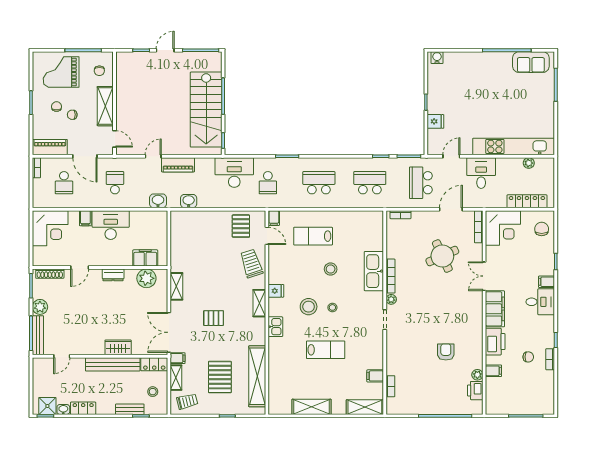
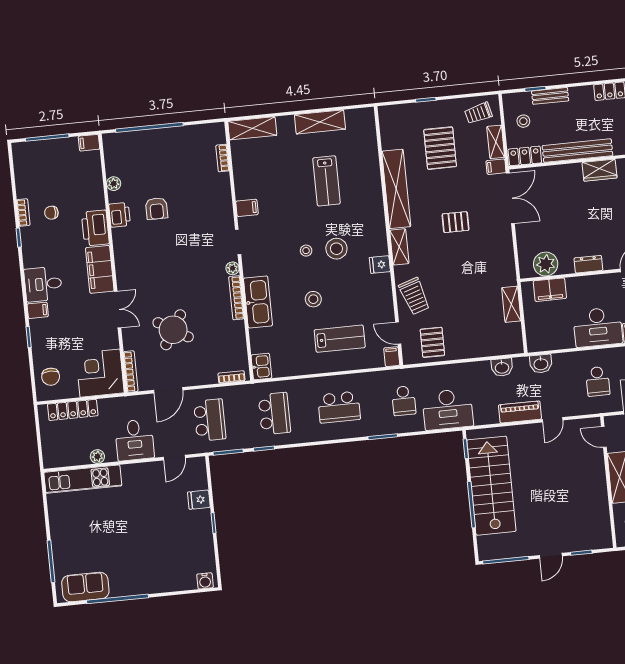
kitchen unit: (514, 146) -> (83, 479), width x0.73
plant: (529, 163) -> (97, 457), moved
school desk: (268, 183) -> (404, 401), turned 180
school desk: (370, 183) -> (274, 414), turned -90
round table: (442, 256) -> (173, 330), turned -35
shelving: (176, 286) -> (511, 304), moved
kitchen sink: (275, 327) -> (261, 367), moved, turned 180
wardrobe: (118, 347) -> (600, 170), moved
lab bench: (326, 350) -> (327, 181), moved, turned -90
filing cabinet: (493, 371) -> (89, 143), moved
shelving: (257, 376) -> (396, 189), moved
filing cabinet: (375, 376) -> (247, 208), moved
printer: (475, 391) -> (120, 215), moved

